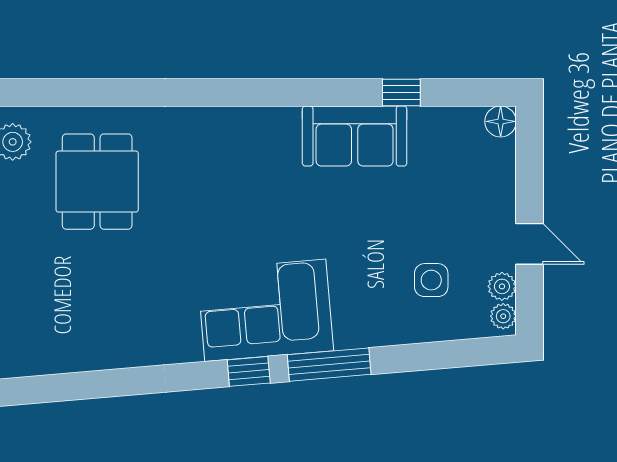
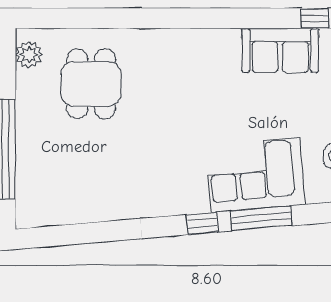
corner sofa: (265, 310) -> (255, 175), moved

